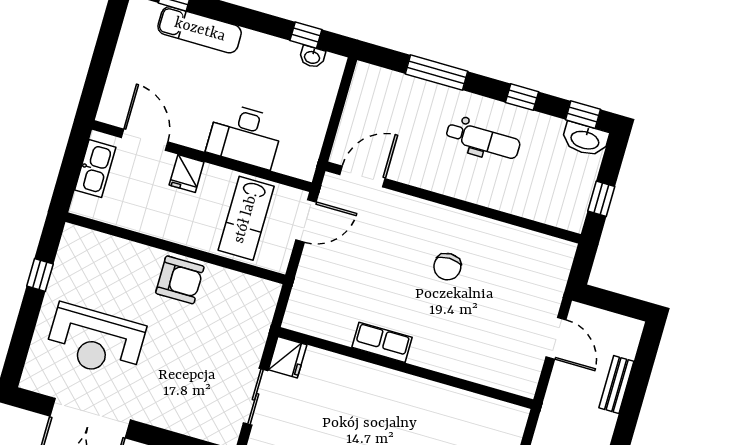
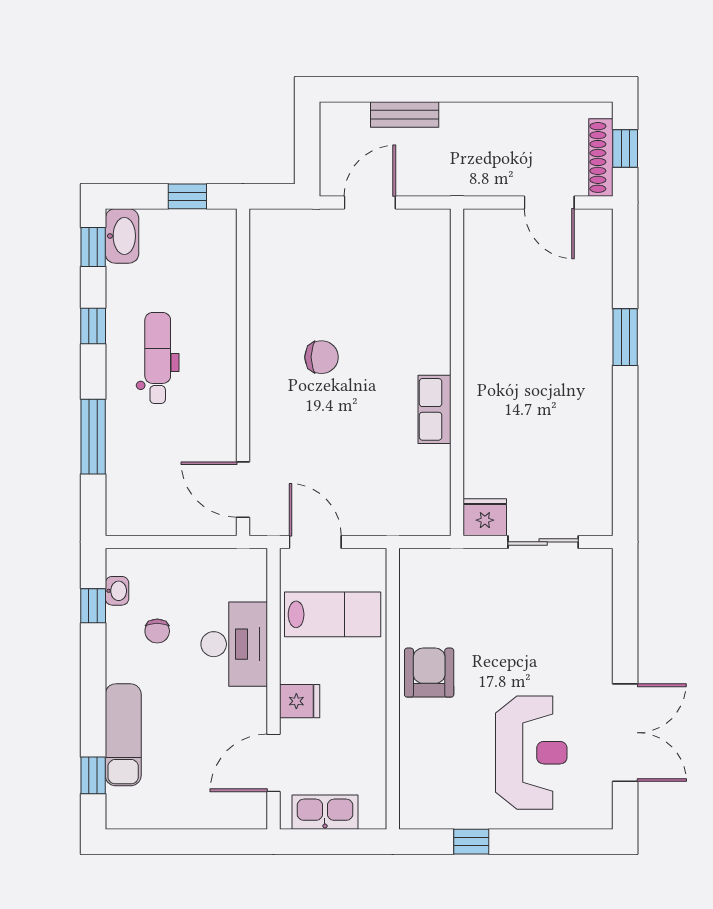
chair: (272, 79) -> (157, 631), added

